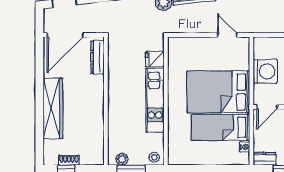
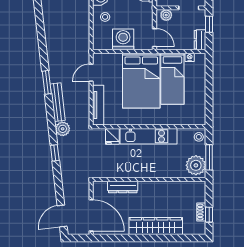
tv unit: (190, 43) -> (98, 105), added
dresser: (97, 57) -> (123, 187), moved
plant: (122, 159) -> (196, 165), width x1.87, depth x1.87

